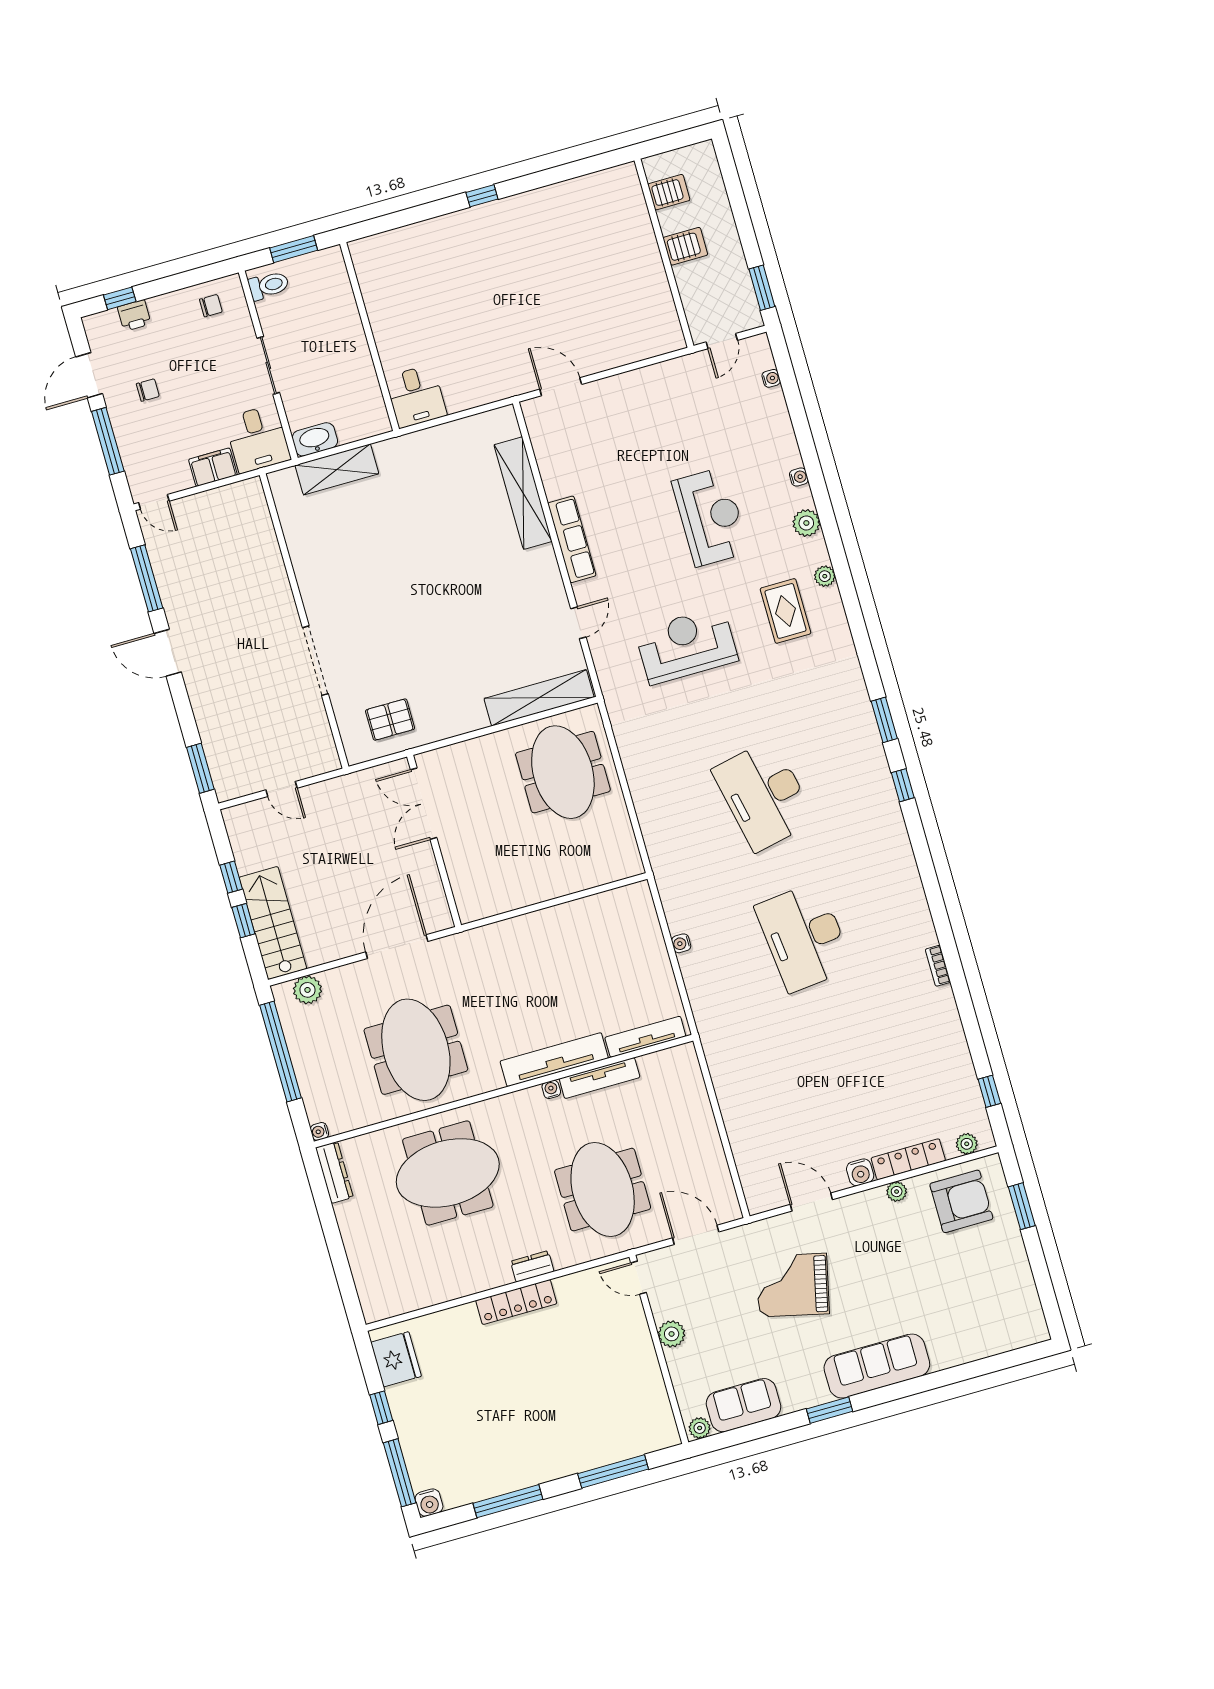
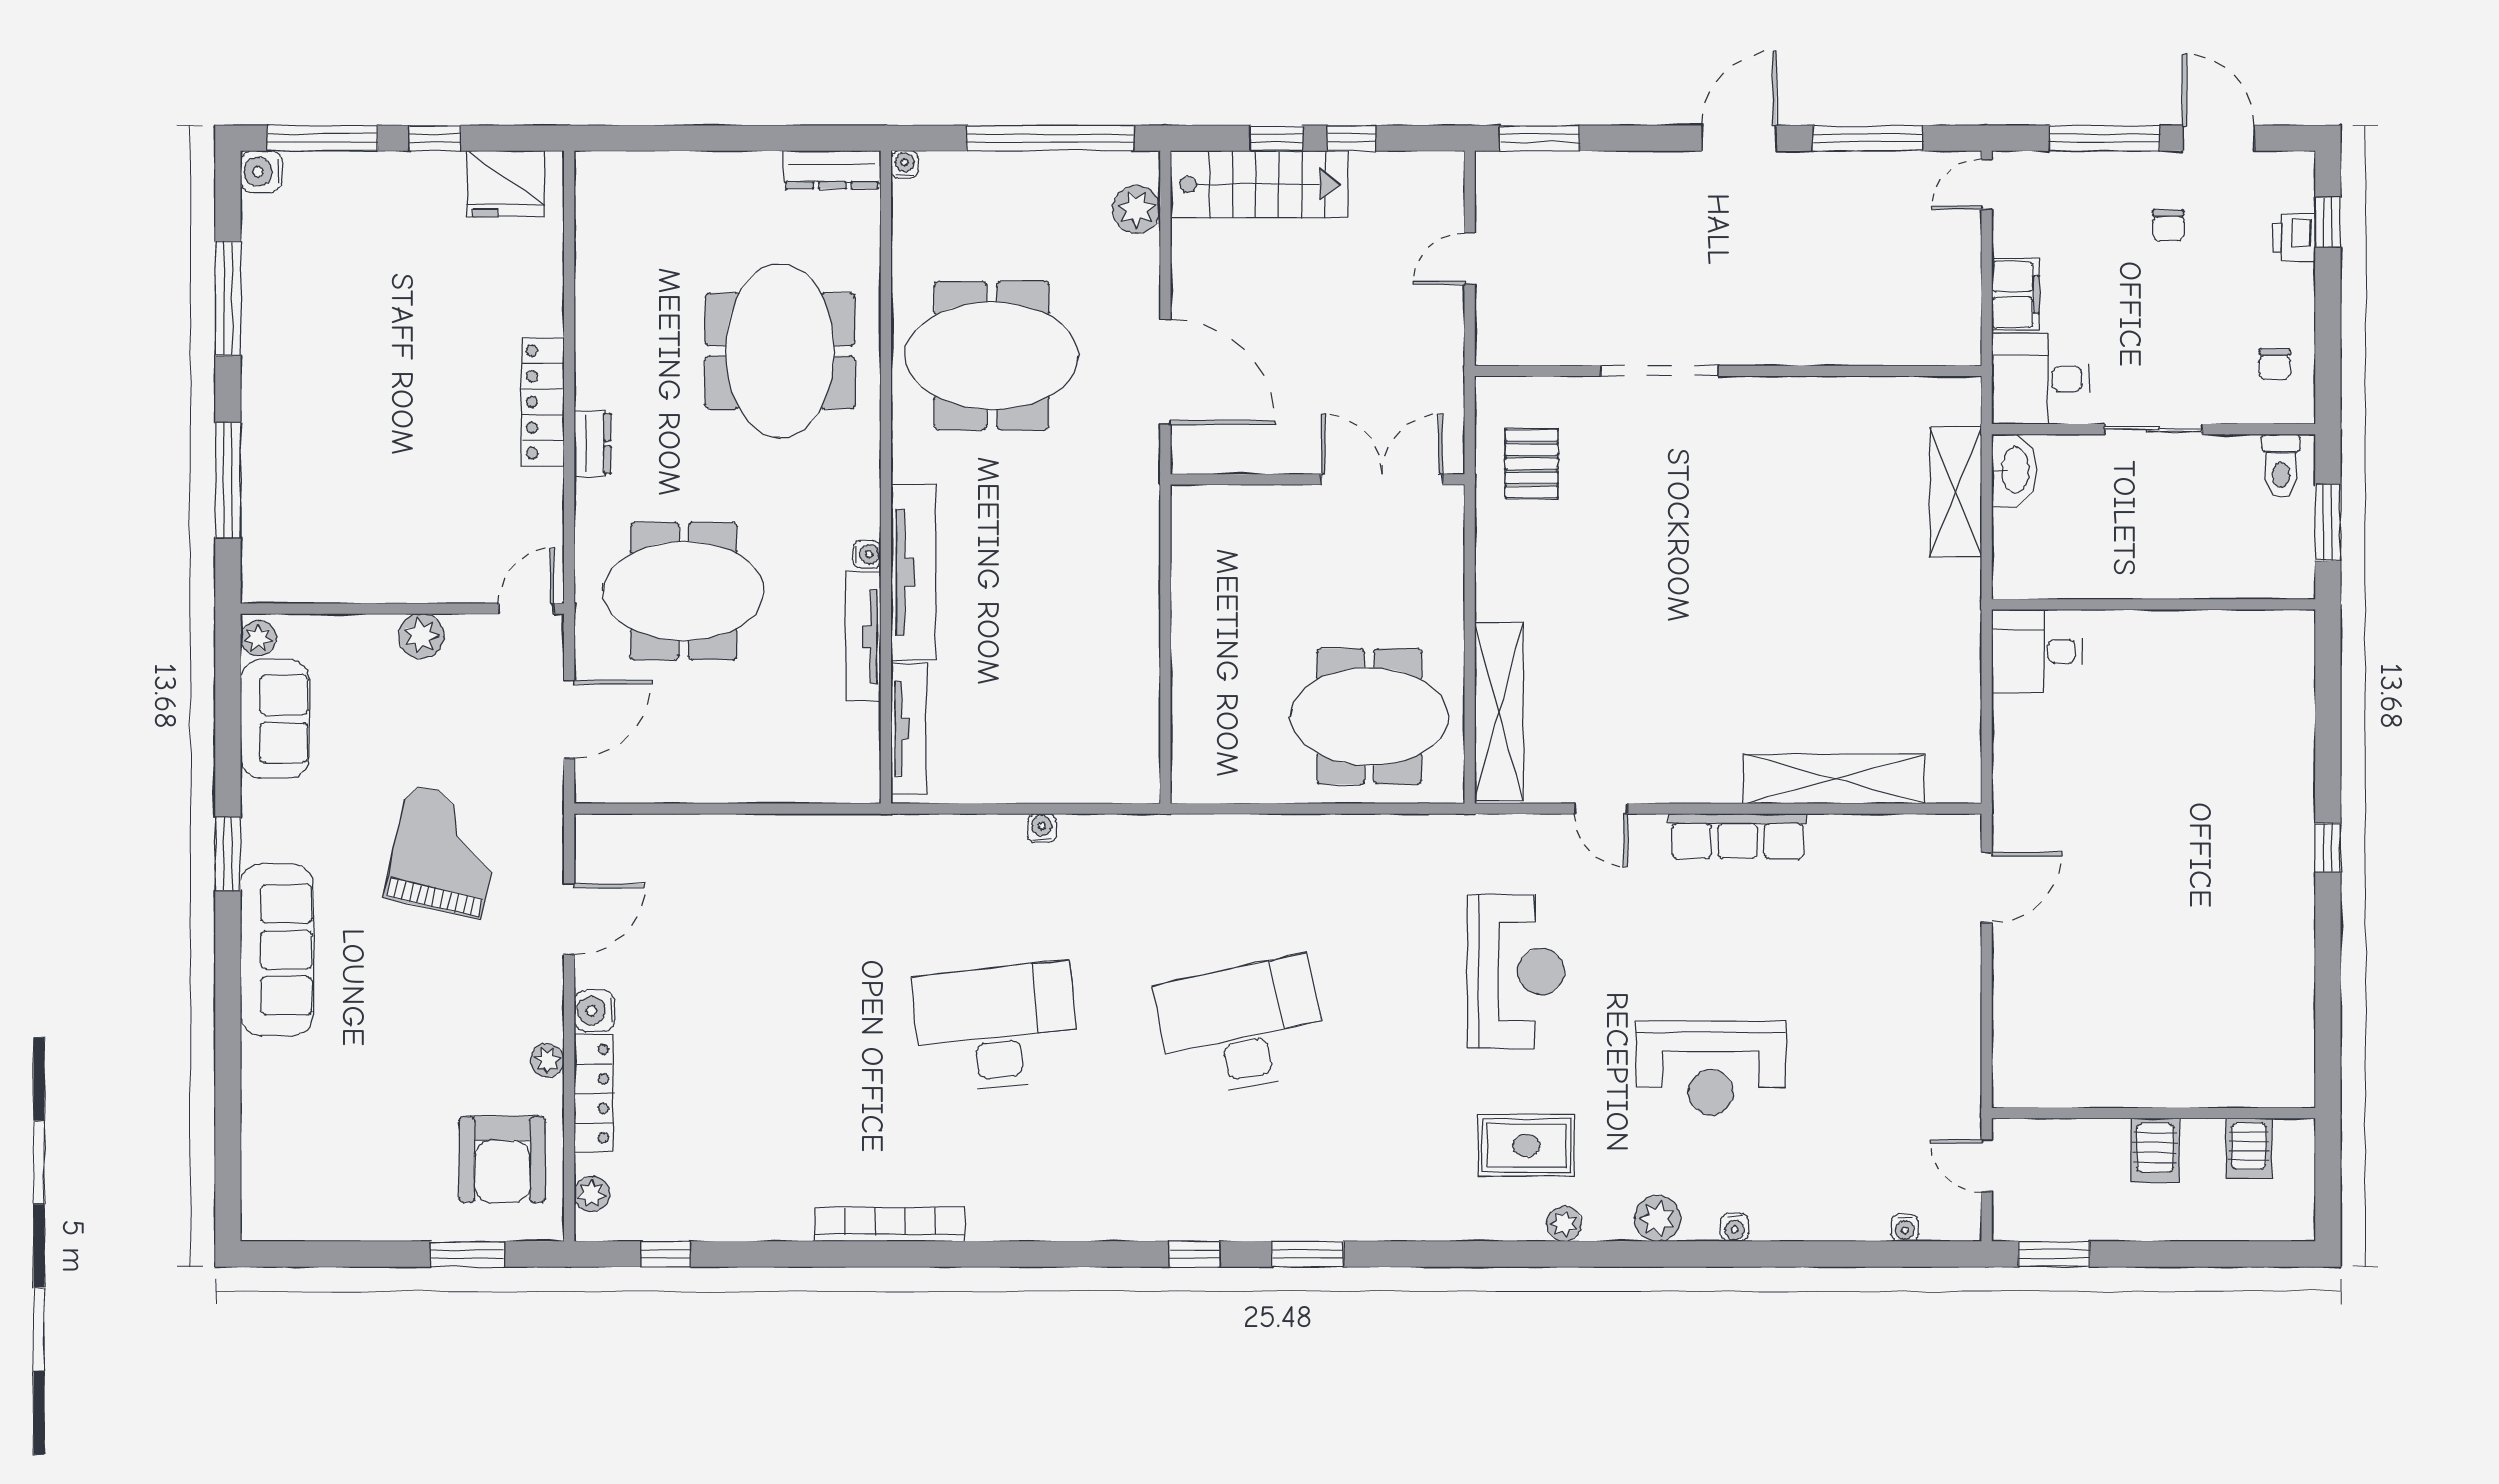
bookcase: (938, 966) -> (890, 1224), width x2.31, depth x1.31

